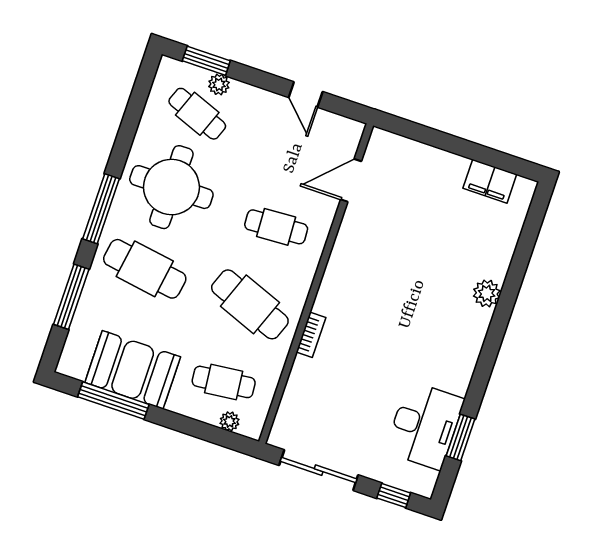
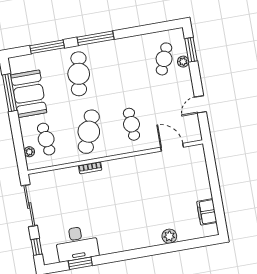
round table: (171, 187) -> (123, 65), removed
plant: (487, 293) -> (169, 236), moved

